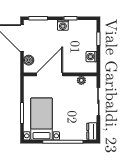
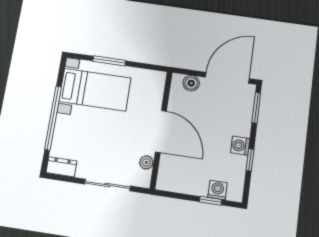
washing machine: (91, 57) -> (218, 190), moved
door: (50, 74) -> (161, 131), moved

